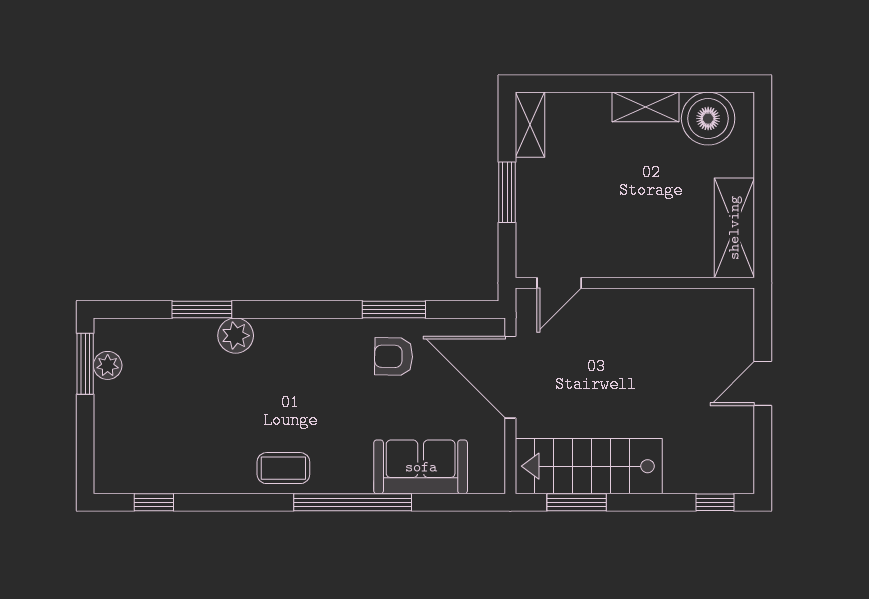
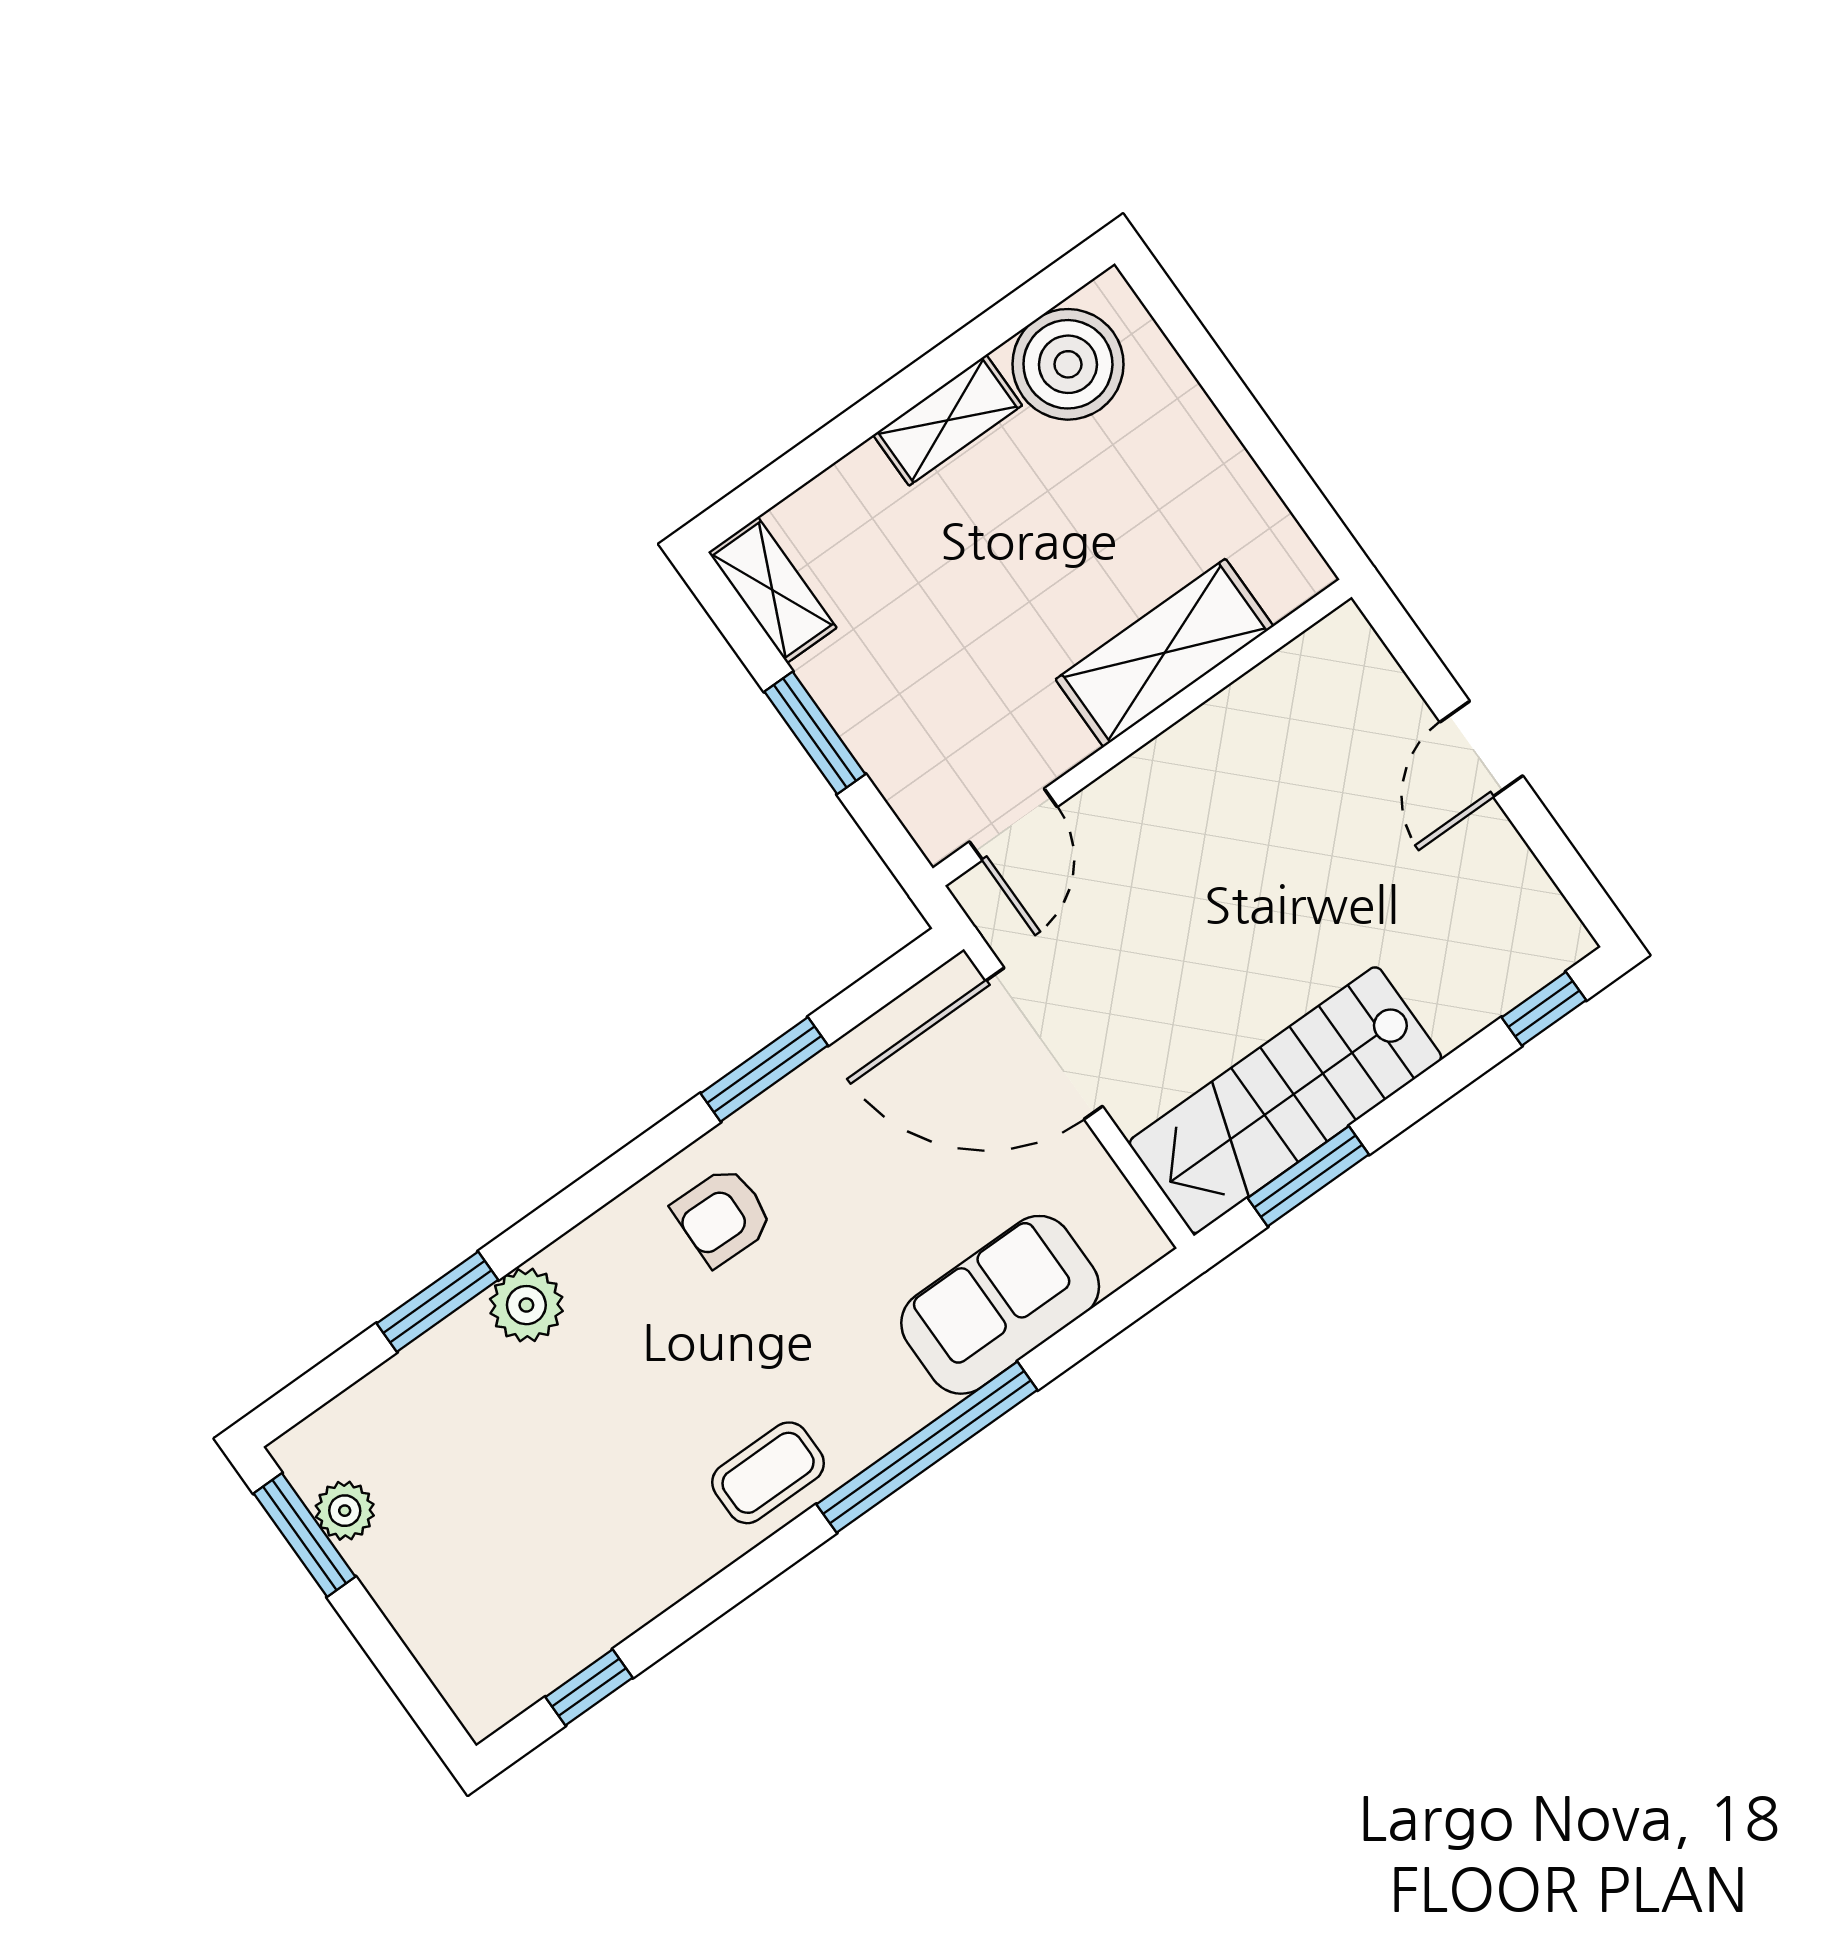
shelving: (734, 228) -> (1165, 653), moved, turned 90
armchair: (394, 356) -> (723, 1216), moved

